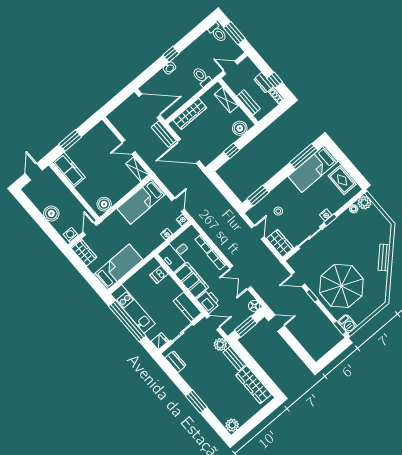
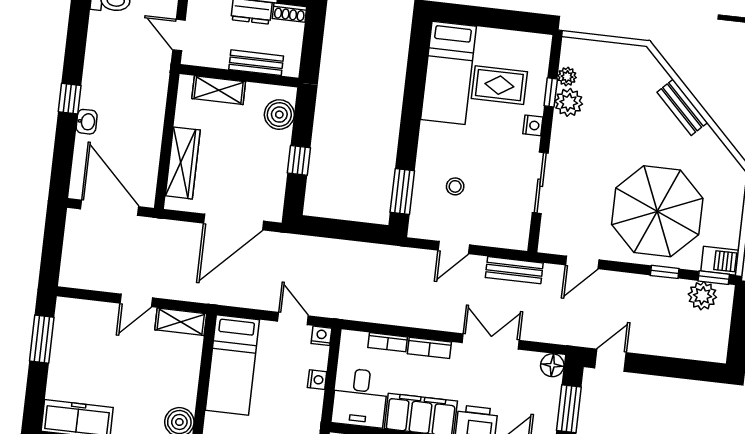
door: (230, 67) -> (179, 35), hinge flipped
toilet: (202, 77) -> (148, 90), removed
door: (149, 106) -> (110, 208), hinge flipped
bench: (164, 134) -> (514, 270), moved
window: (70, 141) -> (42, 339), moved
window: (304, 157) -> (417, 67), removed
rug: (342, 180) -> (499, 85), moved
plant: (364, 203) -> (569, 102), moved
window: (330, 220) -> (551, 92), moved
door: (258, 232) -> (454, 248), swing flipped
wardrobe: (280, 243) -> (503, 233), removed
double door: (240, 277) -> (491, 341), swing flipped
window: (312, 296) -> (665, 272), moved
plant: (330, 330) -> (702, 296), added

